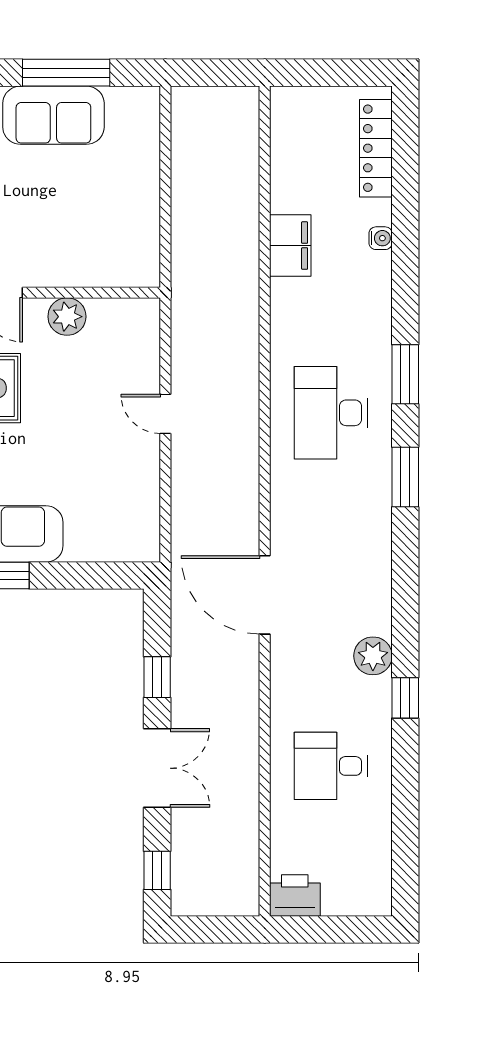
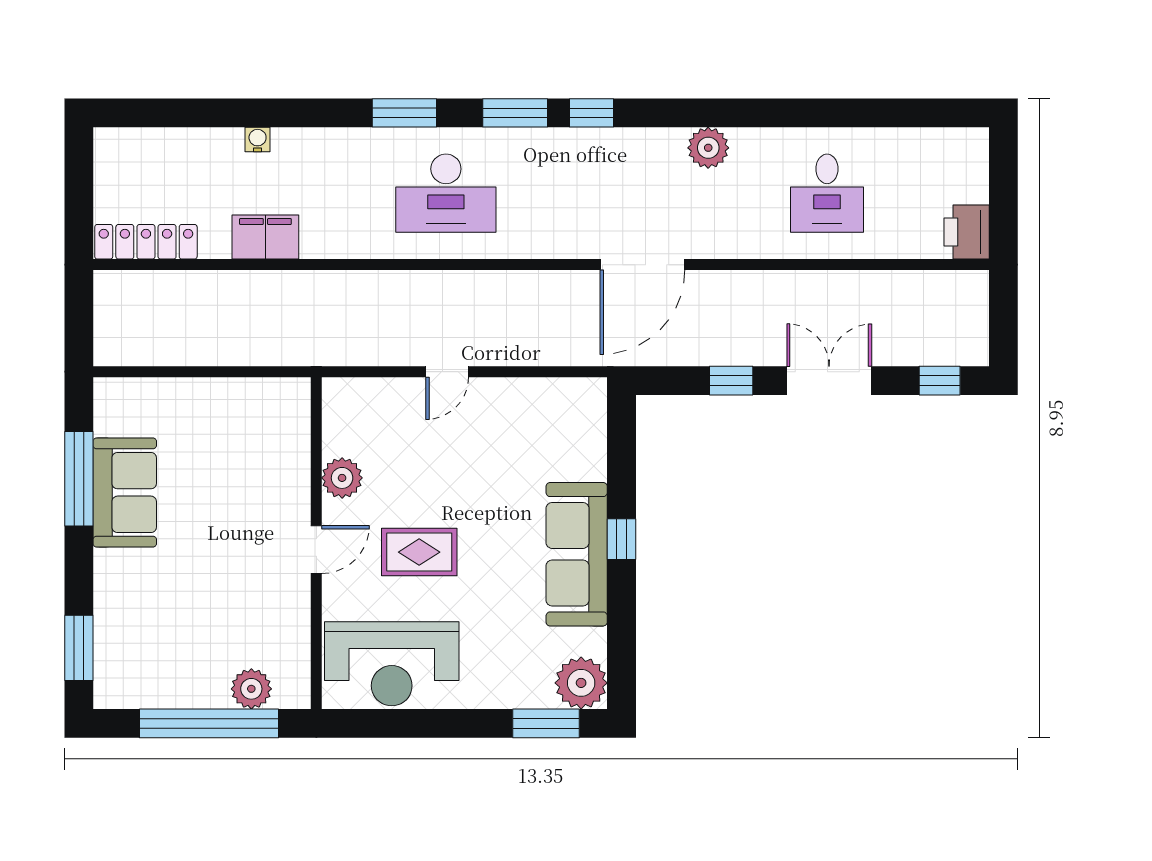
locker: (376, 148) -> (146, 242), moved, turned 180
window: (405, 698) -> (591, 113), moved

